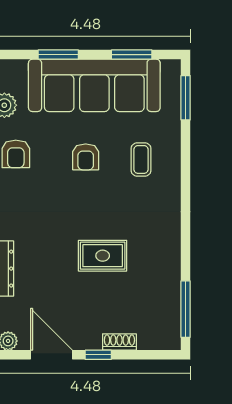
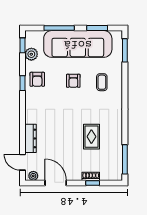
window: (58, 55) -> (59, 28), width x1.44
rug: (103, 256) -> (91, 137), moved, turned 90
window: (98, 355) -> (93, 183), moved

